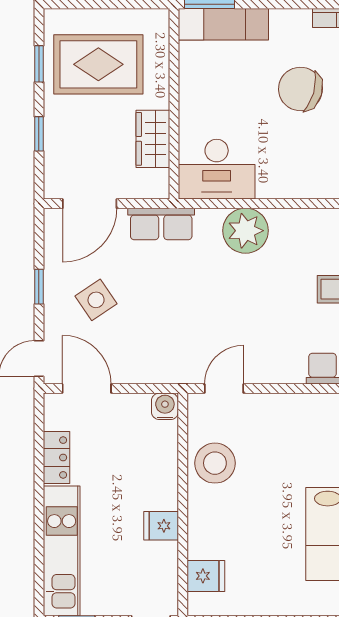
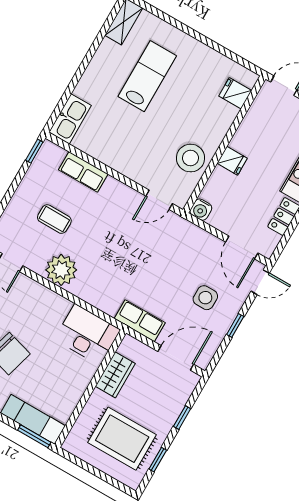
plant: (246, 231) -> (61, 270), moved
side table: (96, 300) -> (205, 298), turned 34
fridge: (161, 526) -> (232, 161), moved

